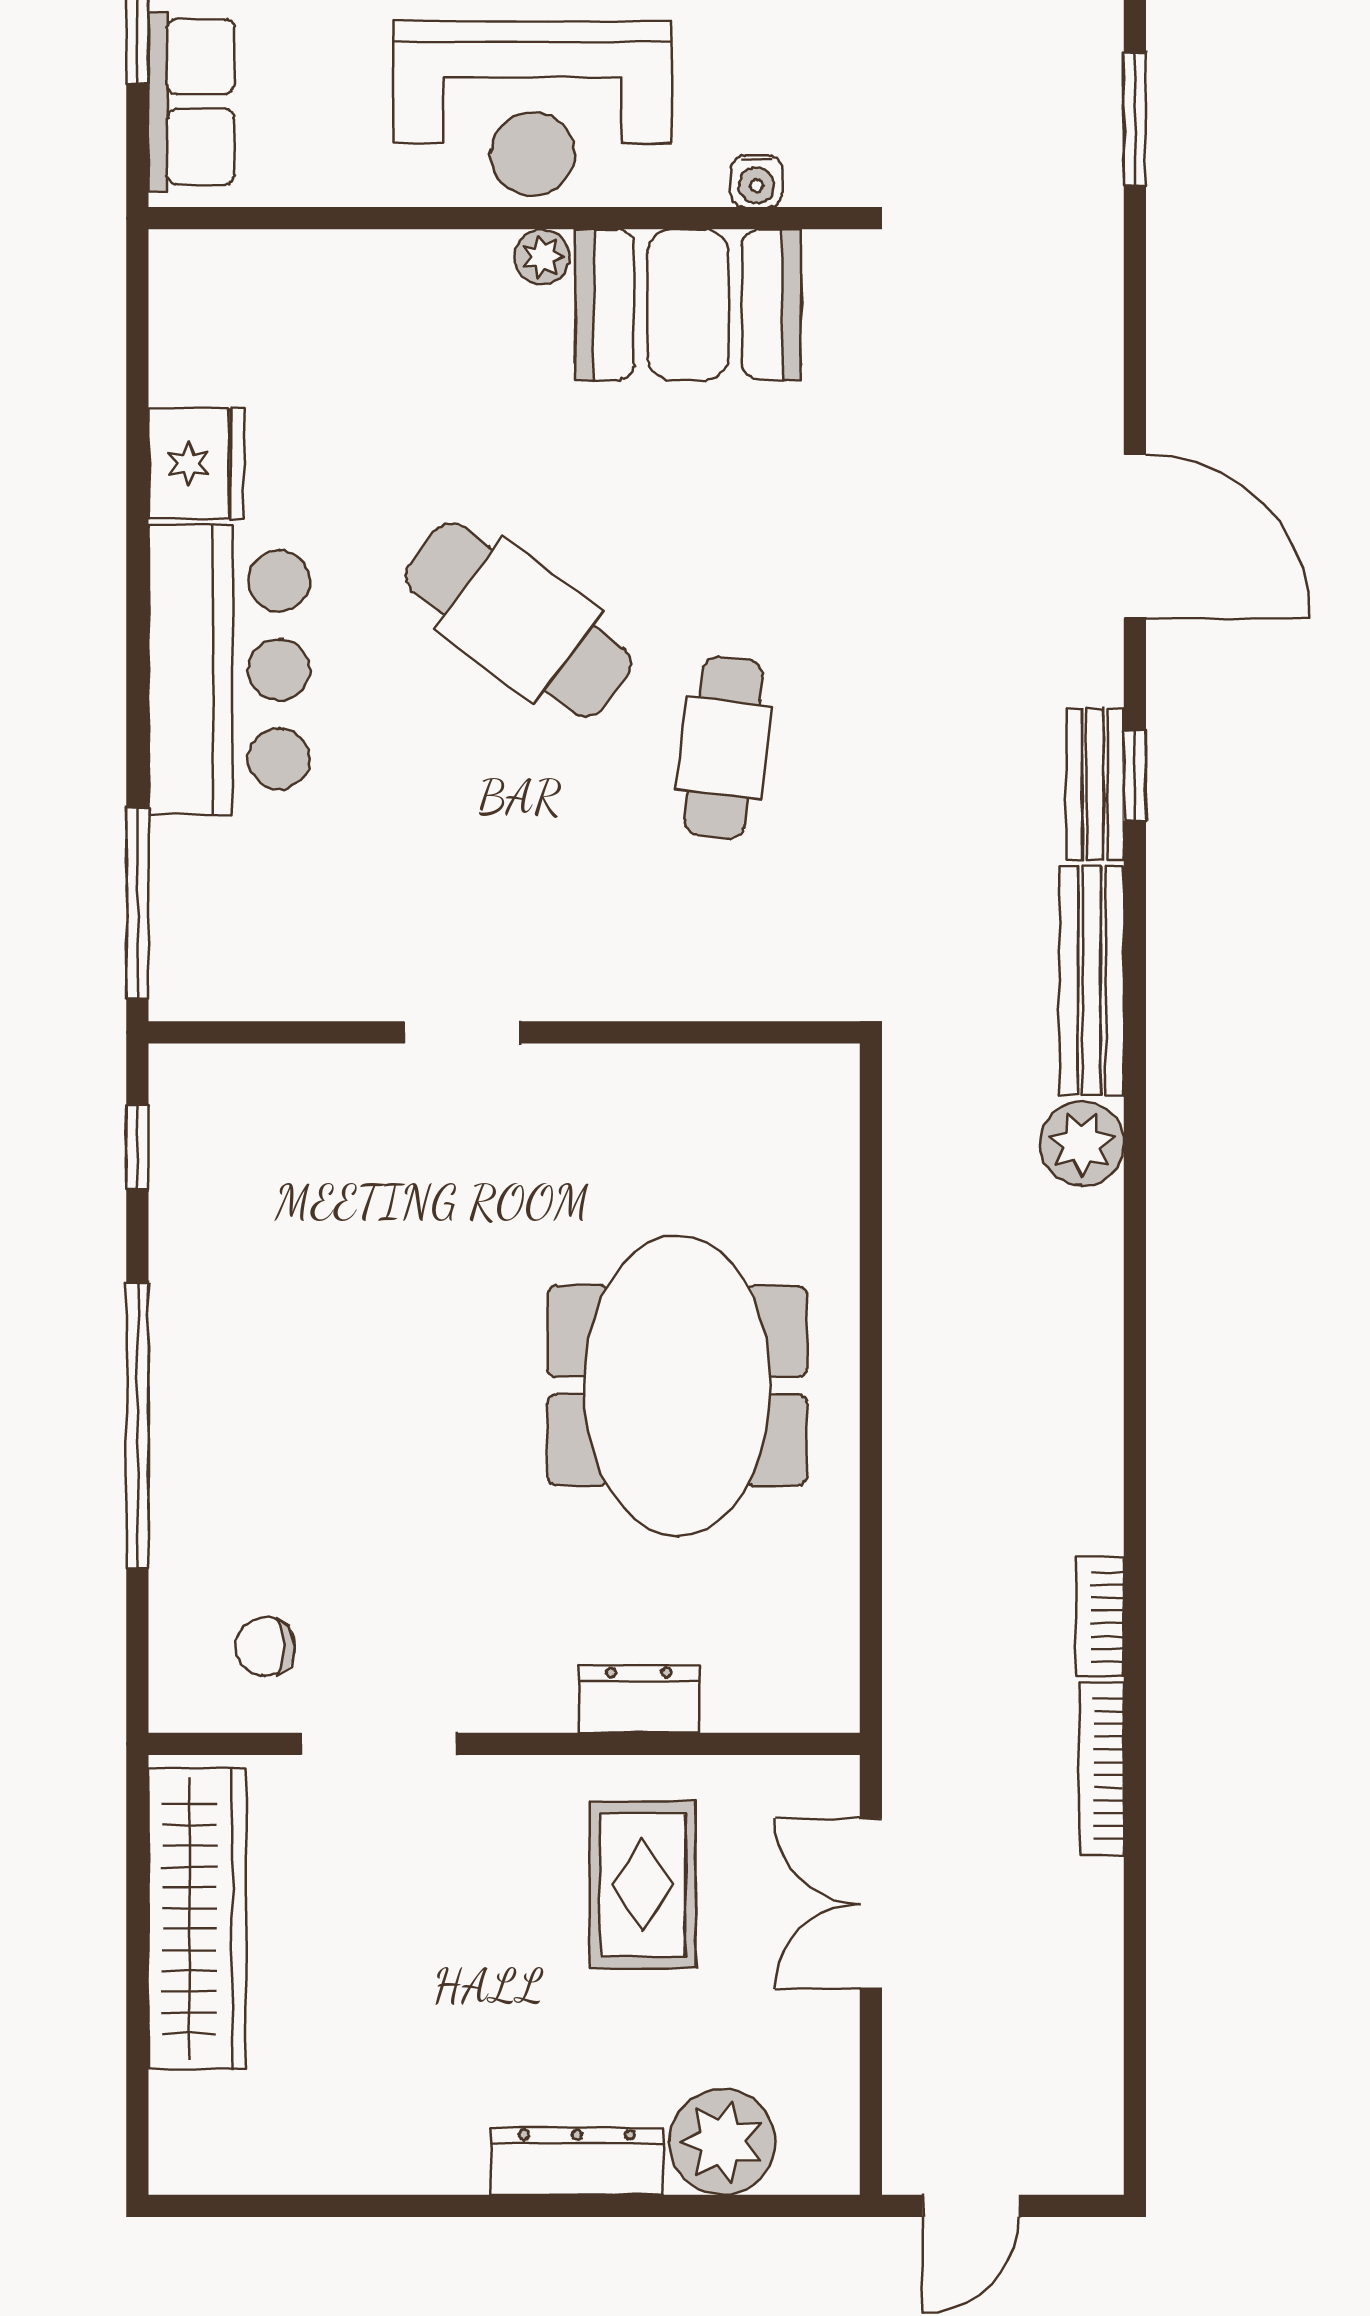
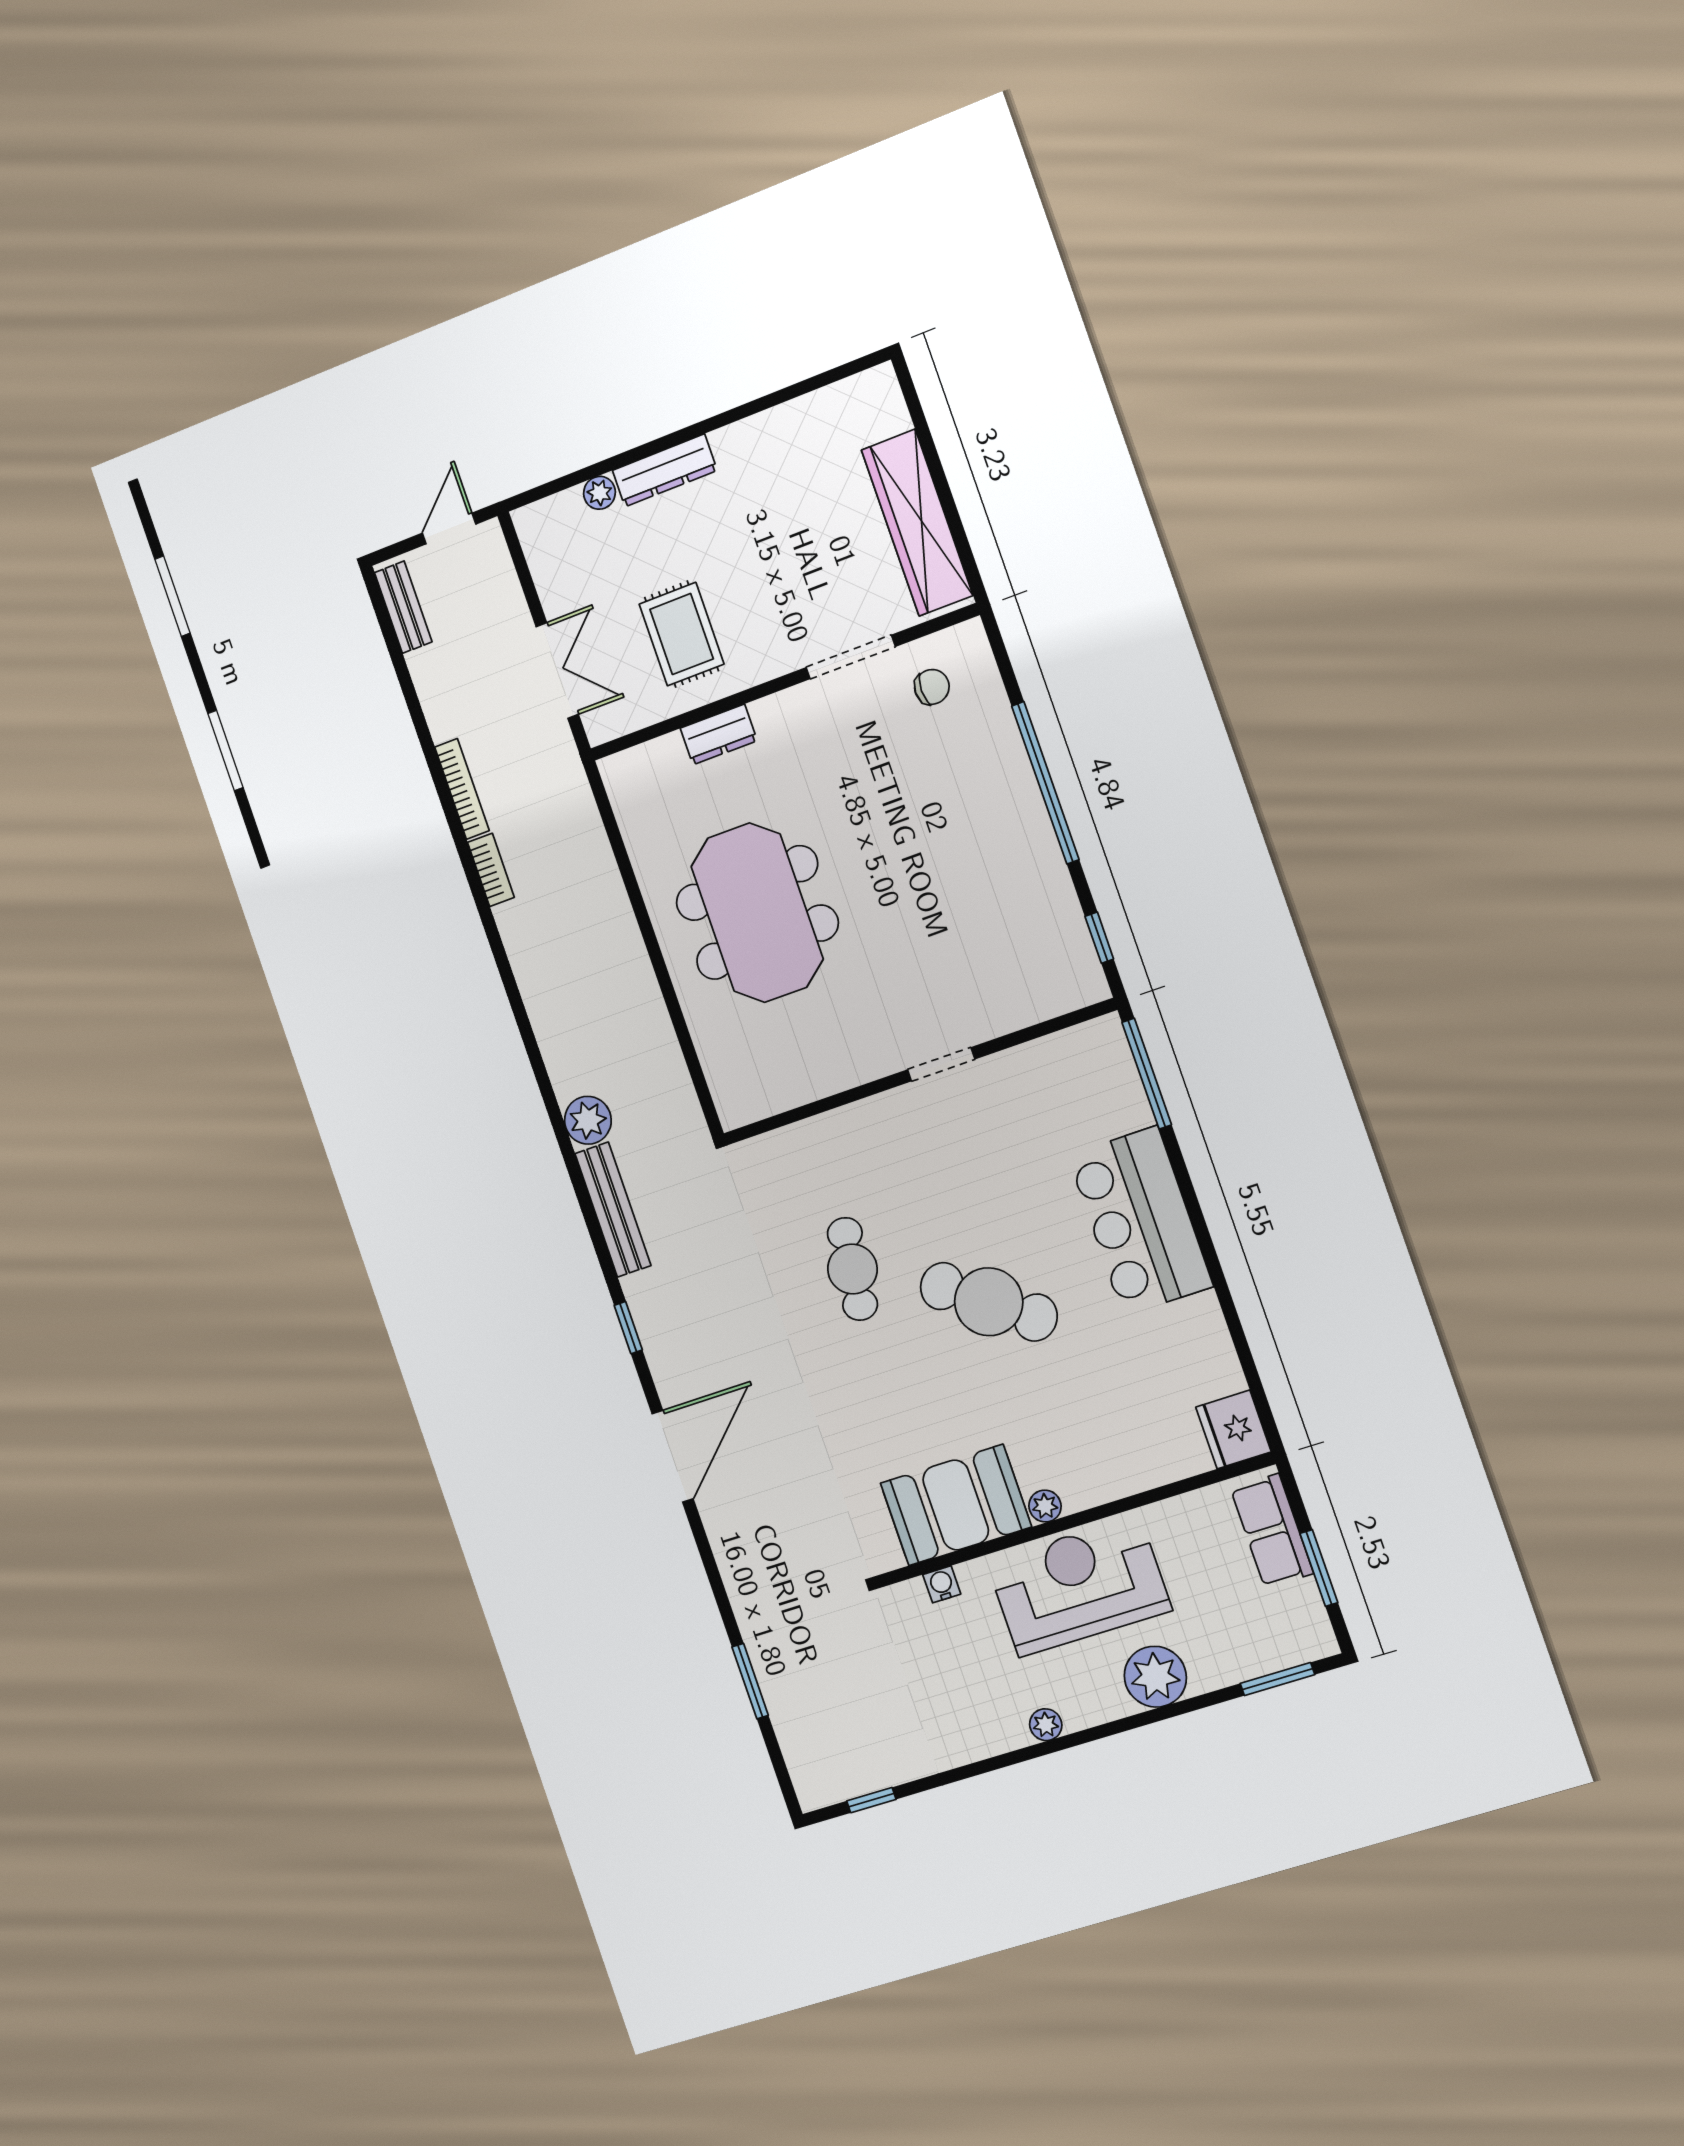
fridge: (196, 463) -> (1233, 1429), moved
door: (1135, 536) -> (673, 1456), swing flipped
bench: (1095, 784) -> (403, 607), moved
plant: (722, 2142) -> (599, 493), width x0.53, depth x0.53

